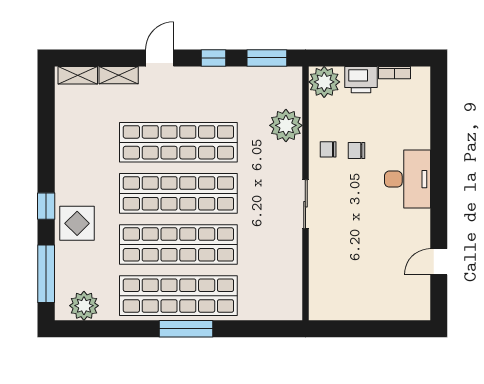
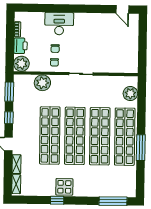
desk: (407, 179) -> (59, 24), moved
window: (46, 206) -> (57, 200), moved
display table: (77, 223) -> (64, 187), moved
door: (439, 262) -> (122, 9), moved
plant: (84, 306) -> (130, 94), moved
window: (186, 329) -> (141, 148), moved

